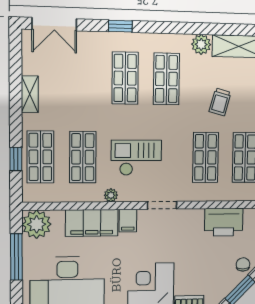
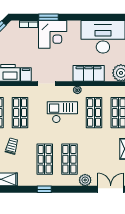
window: (120, 26) -> (44, 189), moved
plant: (201, 44) -> (85, 180), moved
checkout: (136, 158) -> (62, 112), turned 180
filing cabinet: (128, 221) -> (26, 75), moved

